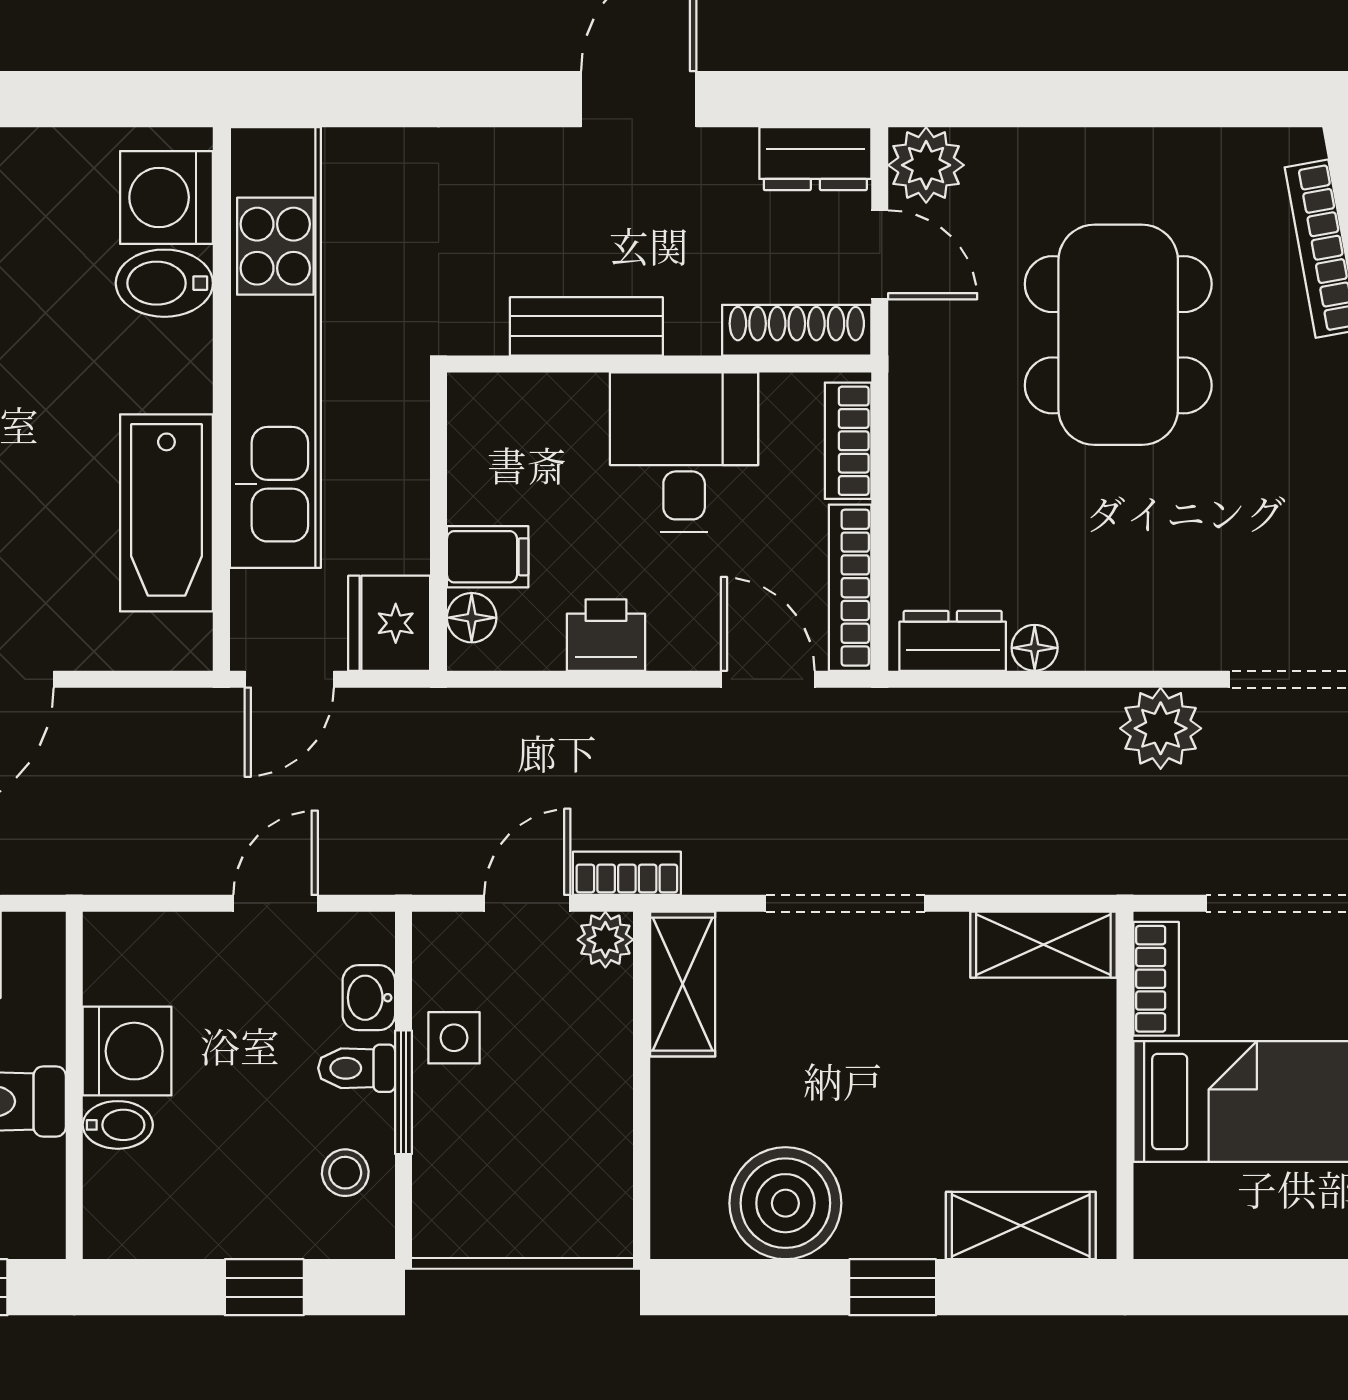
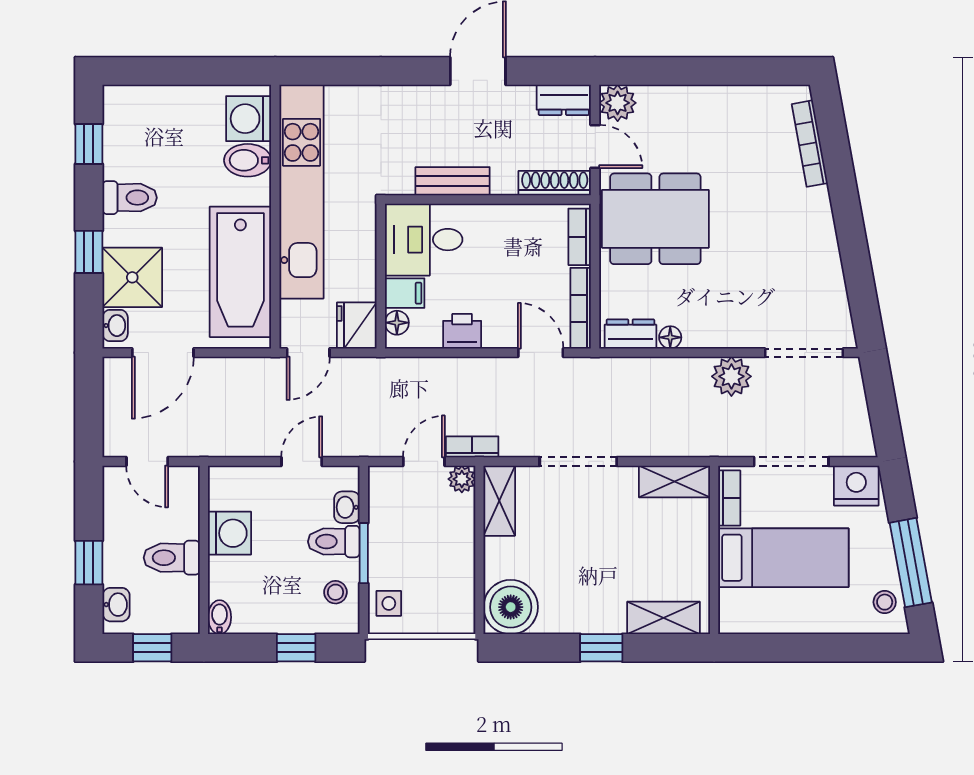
dining table: (1118, 335) -> (655, 219), moved, turned 90
desk: (684, 452) -> (424, 240), moved, turned -90
bathtub: (166, 513) -> (240, 272), width x1.36, depth x1.36
side table: (454, 1038) -> (389, 603), moved
toilet: (357, 1068) -> (334, 542), width x1.37, depth x1.39
bidet: (118, 1125) -> (220, 617), moved, turned -90
boiler: (785, 1203) -> (511, 607), moved

